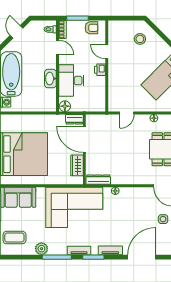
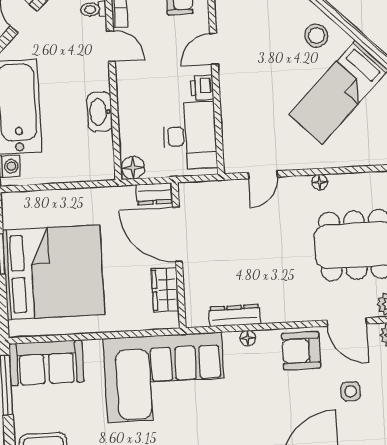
stool: (140, 39) -> (316, 36), moved
door: (107, 51) -> (214, 49), hinge flipped
desk: (71, 81) -> (190, 136), moved, turned 180
dresser: (98, 180) -> (235, 316), moved
armchair: (140, 198) -> (301, 351), added

